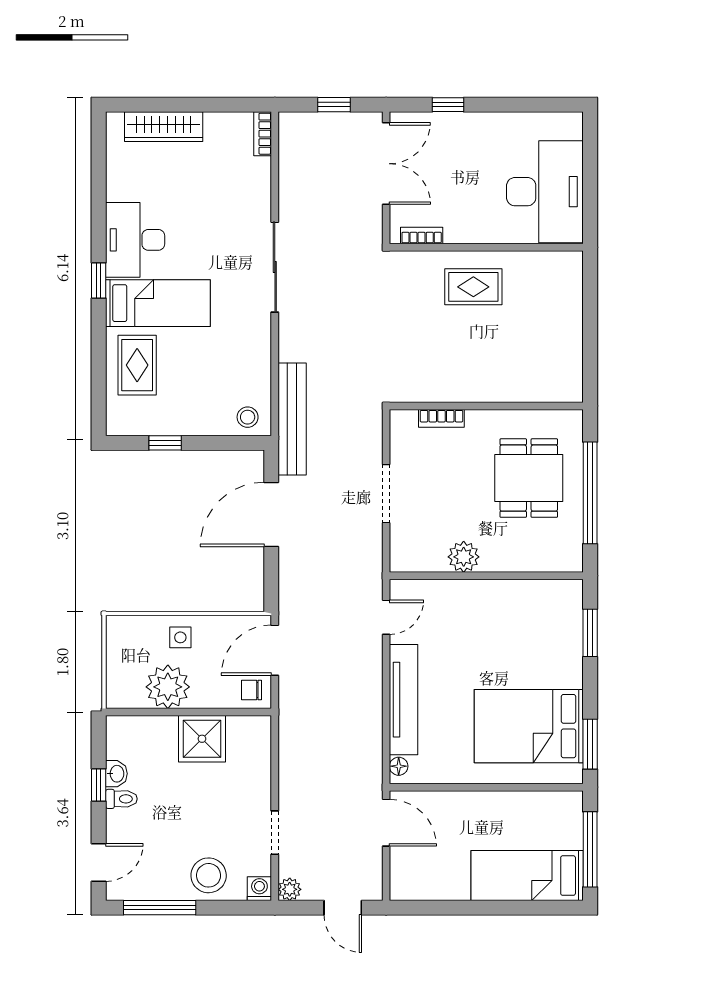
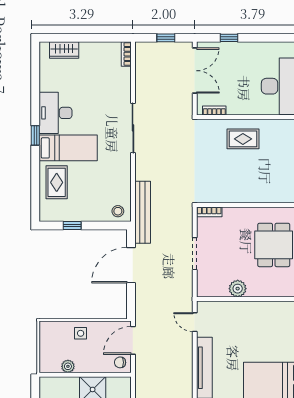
wardrobe: (164, 127) -> (64, 50), width x0.67
bookcase: (441, 418) -> (209, 212), moved
door: (386, 617) -> (195, 322), swing flipped
plant: (168, 687) -> (68, 366), width x0.53, depth x0.53

